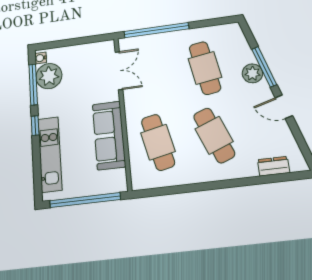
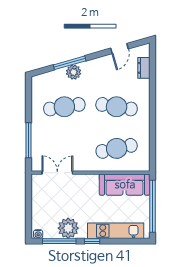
window: (156, 30) -> (28, 140), width x0.68
plant: (49, 76) -> (68, 228), moved
door: (284, 107) -> (119, 49), moved
sofa: (109, 135) -> (125, 185), moved
cafe table: (214, 135) -> (117, 107), turned 30

